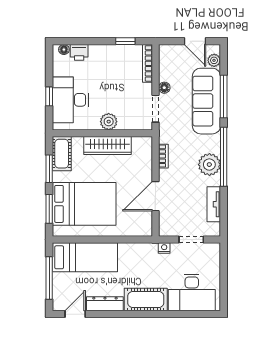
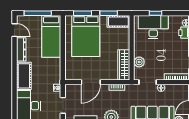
plant: (109, 122) -> (139, 62), moved
wardrobe: (107, 145) -> (124, 65), moved
door: (155, 196) -> (91, 82), swing flipped

